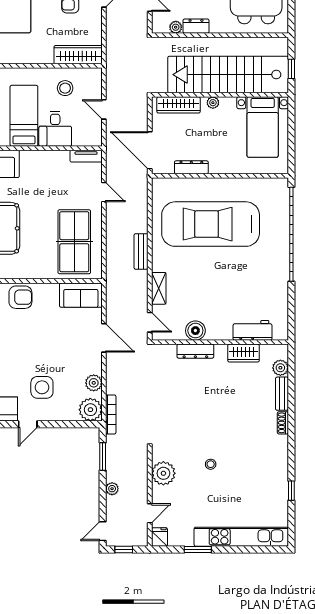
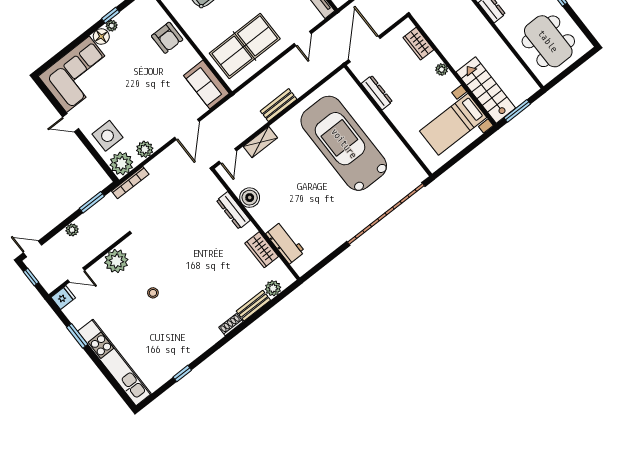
window: (291, 69) -> (517, 111), width x1.50
stairs: (228, 75) -> (486, 90), width x0.54, depth x0.66
wardrobe: (179, 105) -> (418, 44), width x0.67
side table: (42, 387) -> (108, 136), moved

